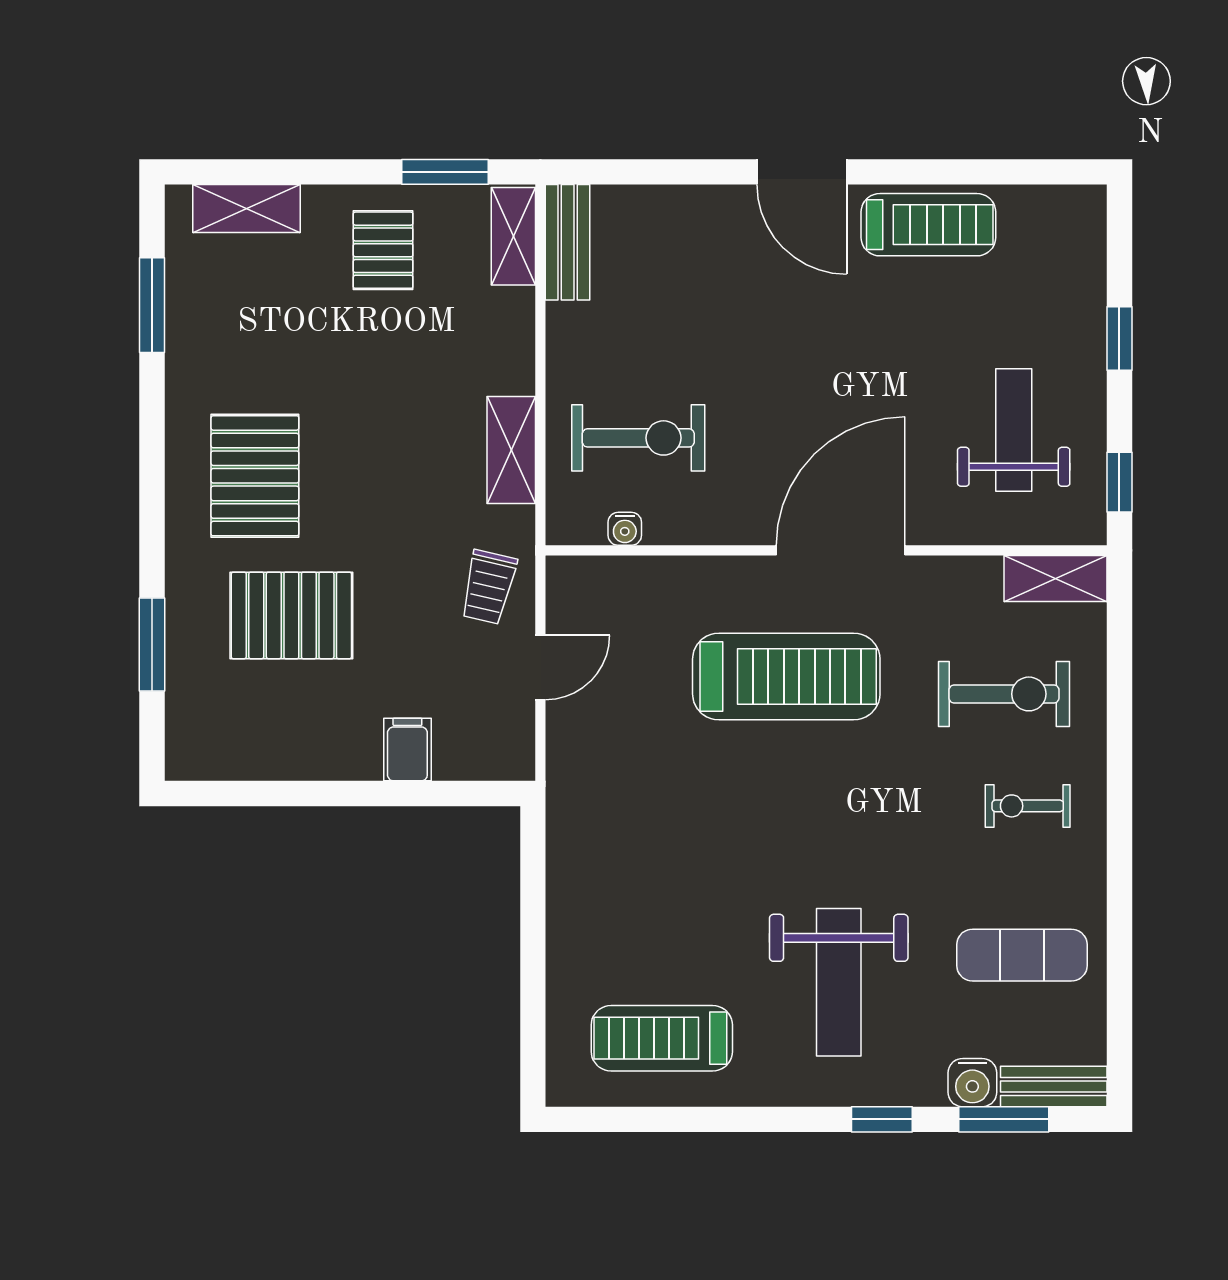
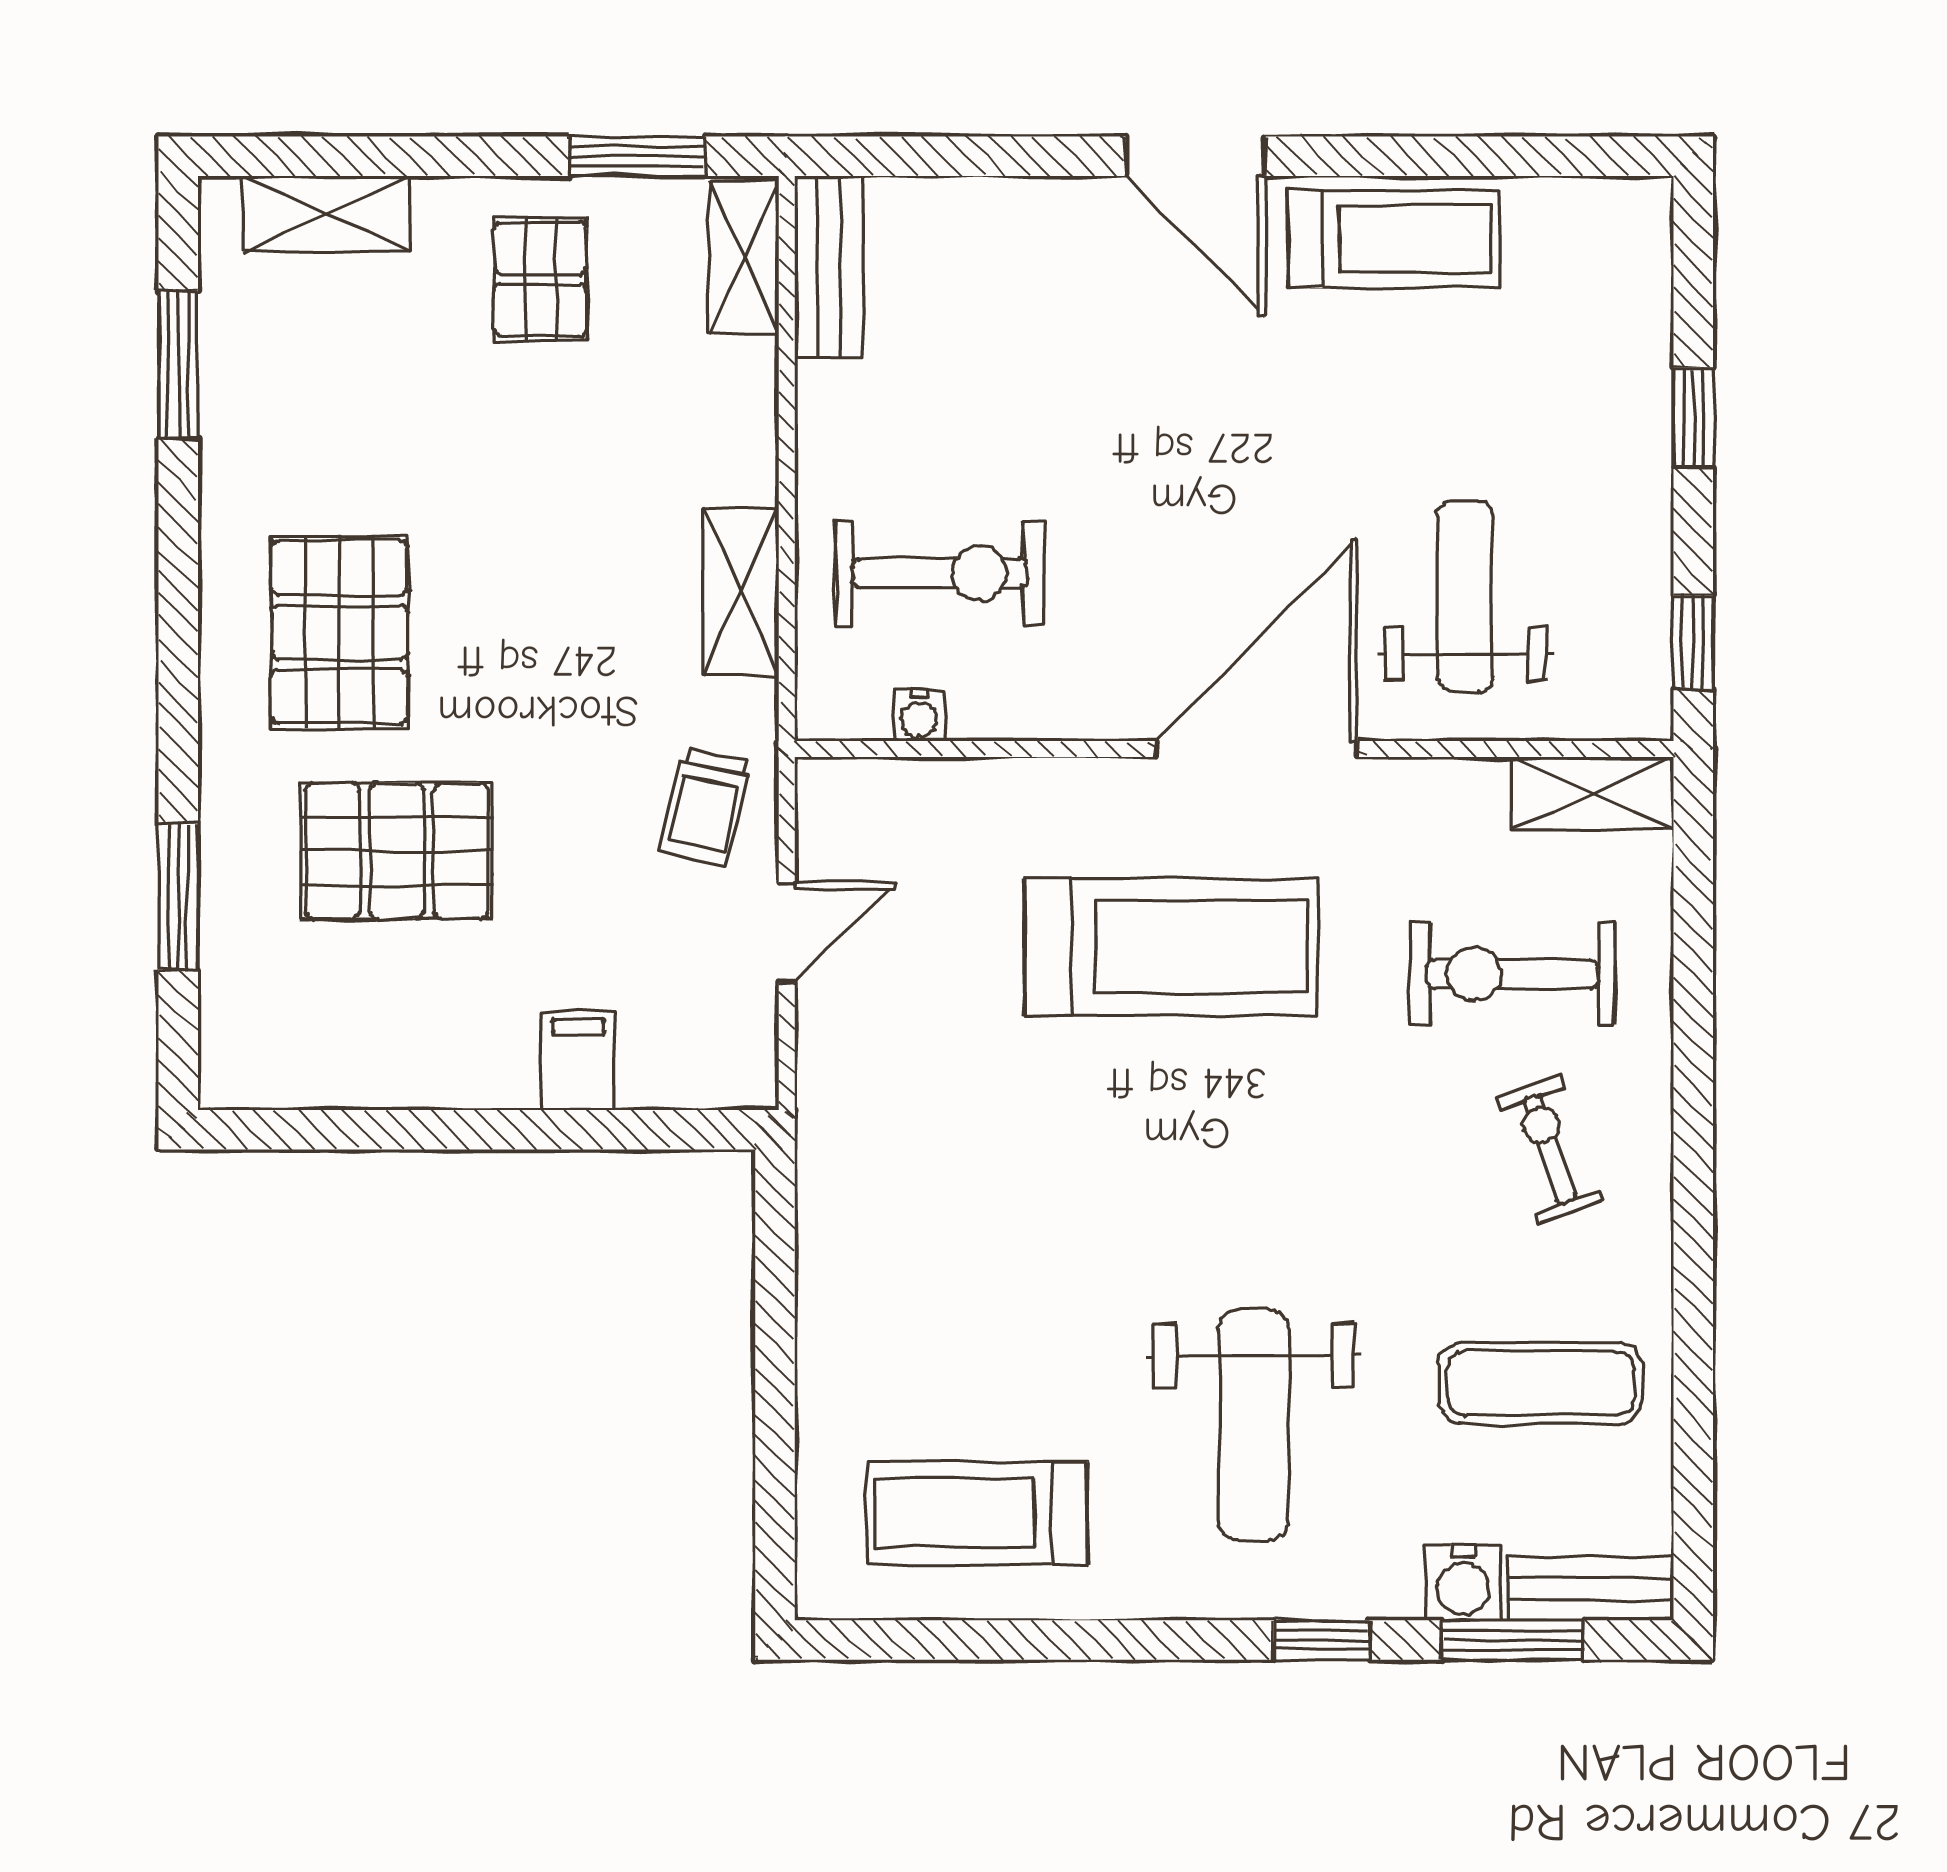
weight bench: (1014, 430) -> (1465, 596), moved
exercise bike: (1004, 694) -> (1513, 974), turned 180
exercise bike: (1028, 806) -> (1550, 1149), turned 71

